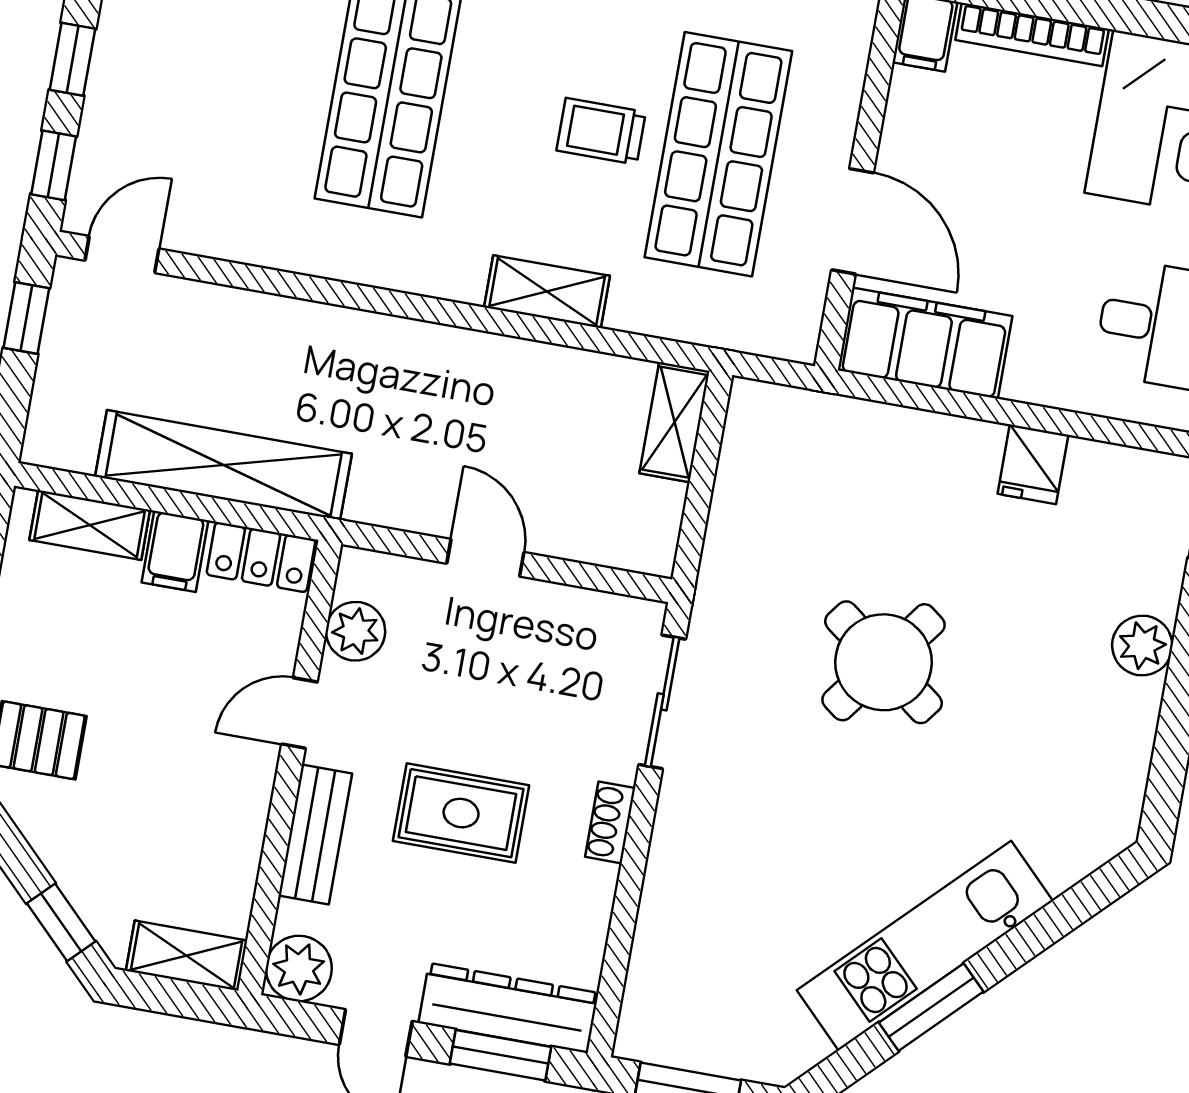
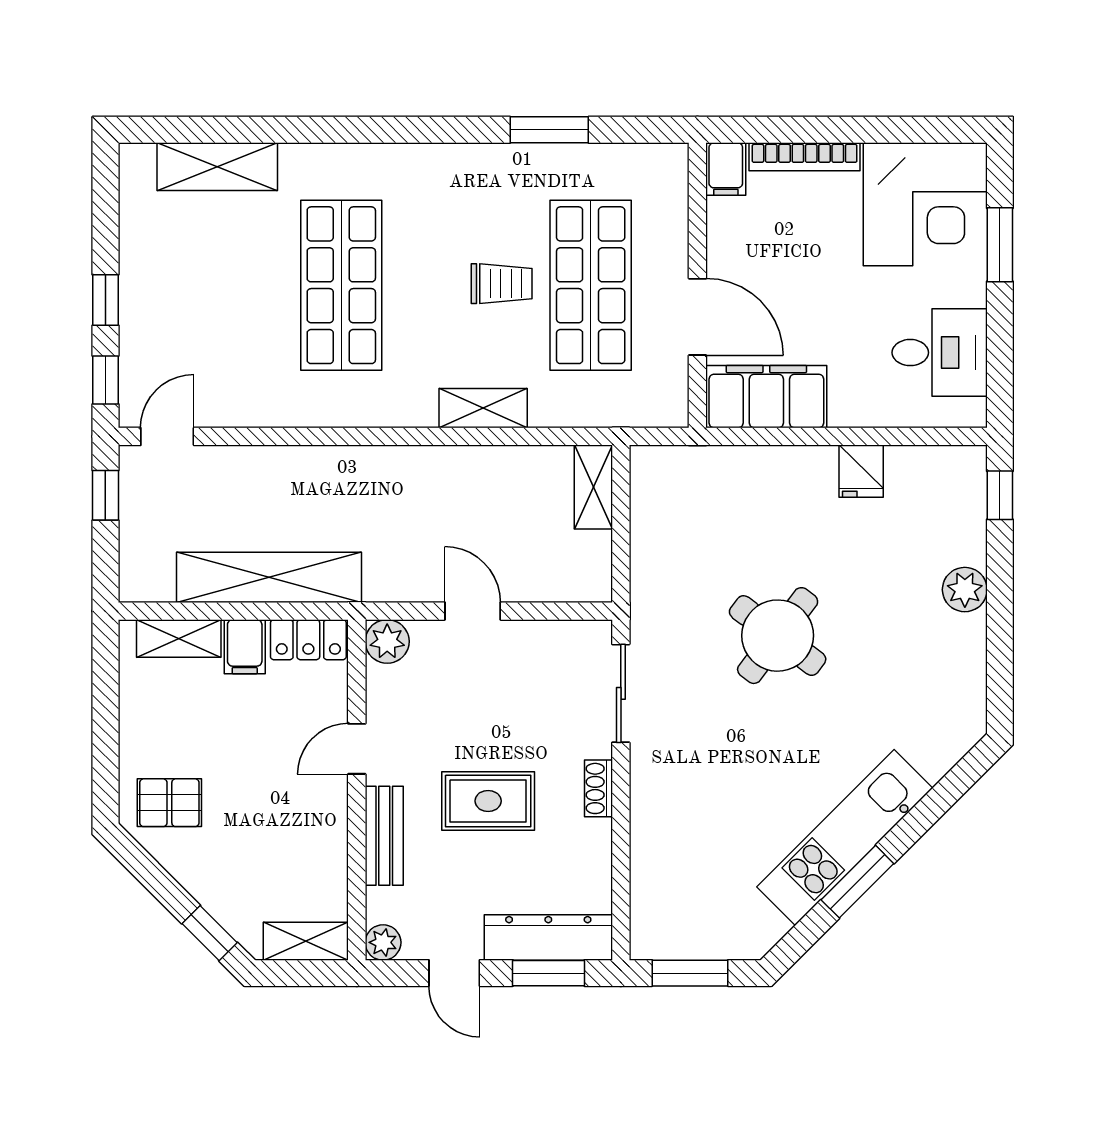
trolley: (601, 131) -> (502, 284), turned 180
plant: (356, 631) -> (387, 641), moved
plant: (299, 968) -> (383, 942), width x0.73, depth x0.73

